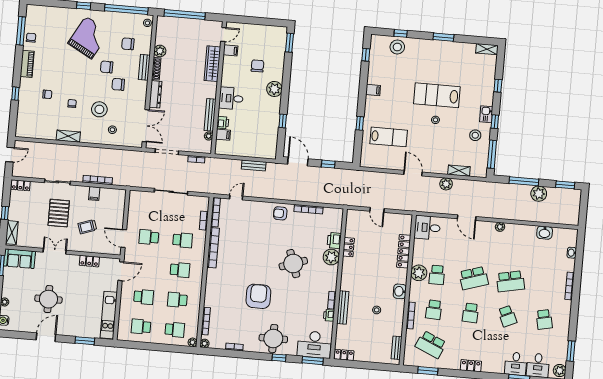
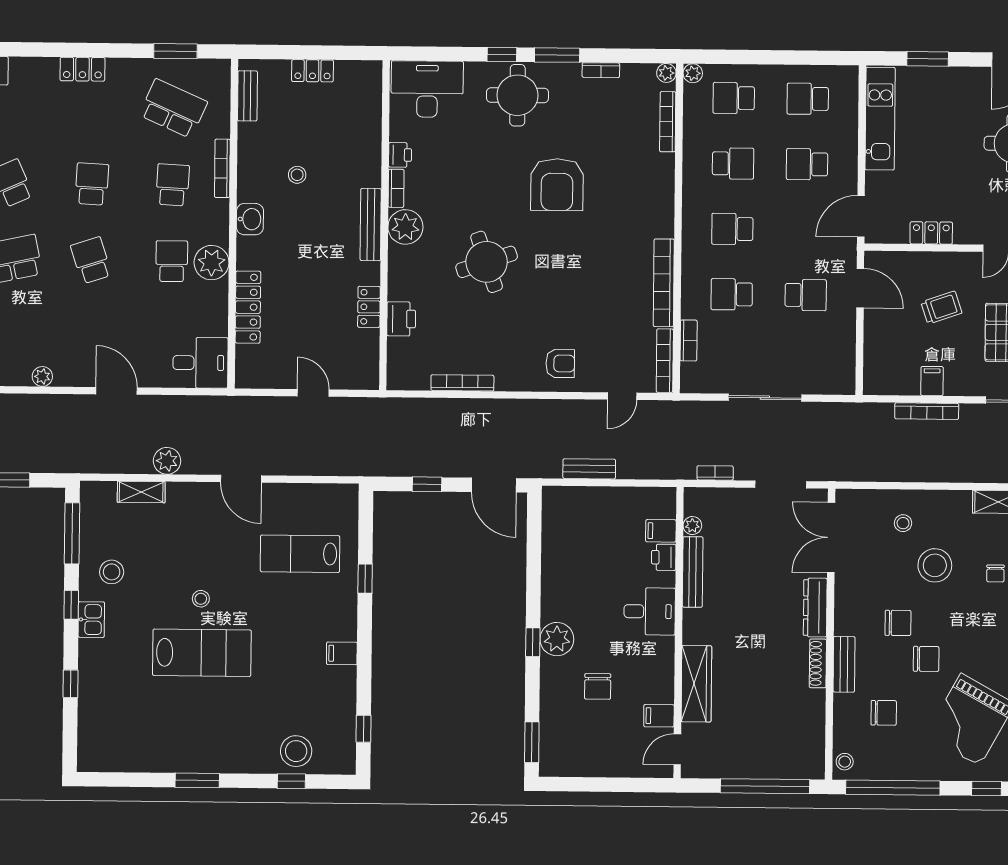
shelving: (487, 49) -> (101, 761), removed
plant: (160, 51) -> (813, 703), removed
window: (283, 121) -> (533, 642), moved
armchair: (280, 213) -> (560, 363), moved
plant: (331, 257) -> (405, 227), moved
school desk: (474, 278) -> (91, 260), width x0.54
bench: (343, 307) -> (371, 225), moved
school desk: (141, 327) -> (808, 99), turned 180
locker: (344, 355) -> (313, 71), moved
window: (313, 361) -> (557, 55), moved

